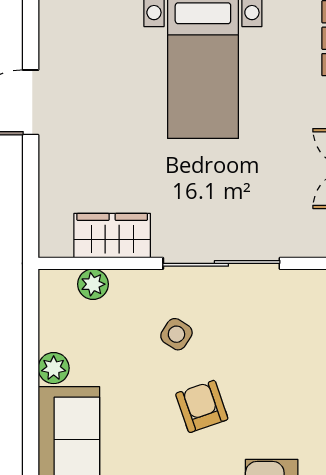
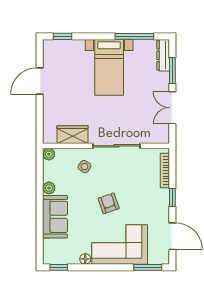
plant: (93, 284) -> (49, 154), moved
side table: (176, 334) -> (84, 167), moved

